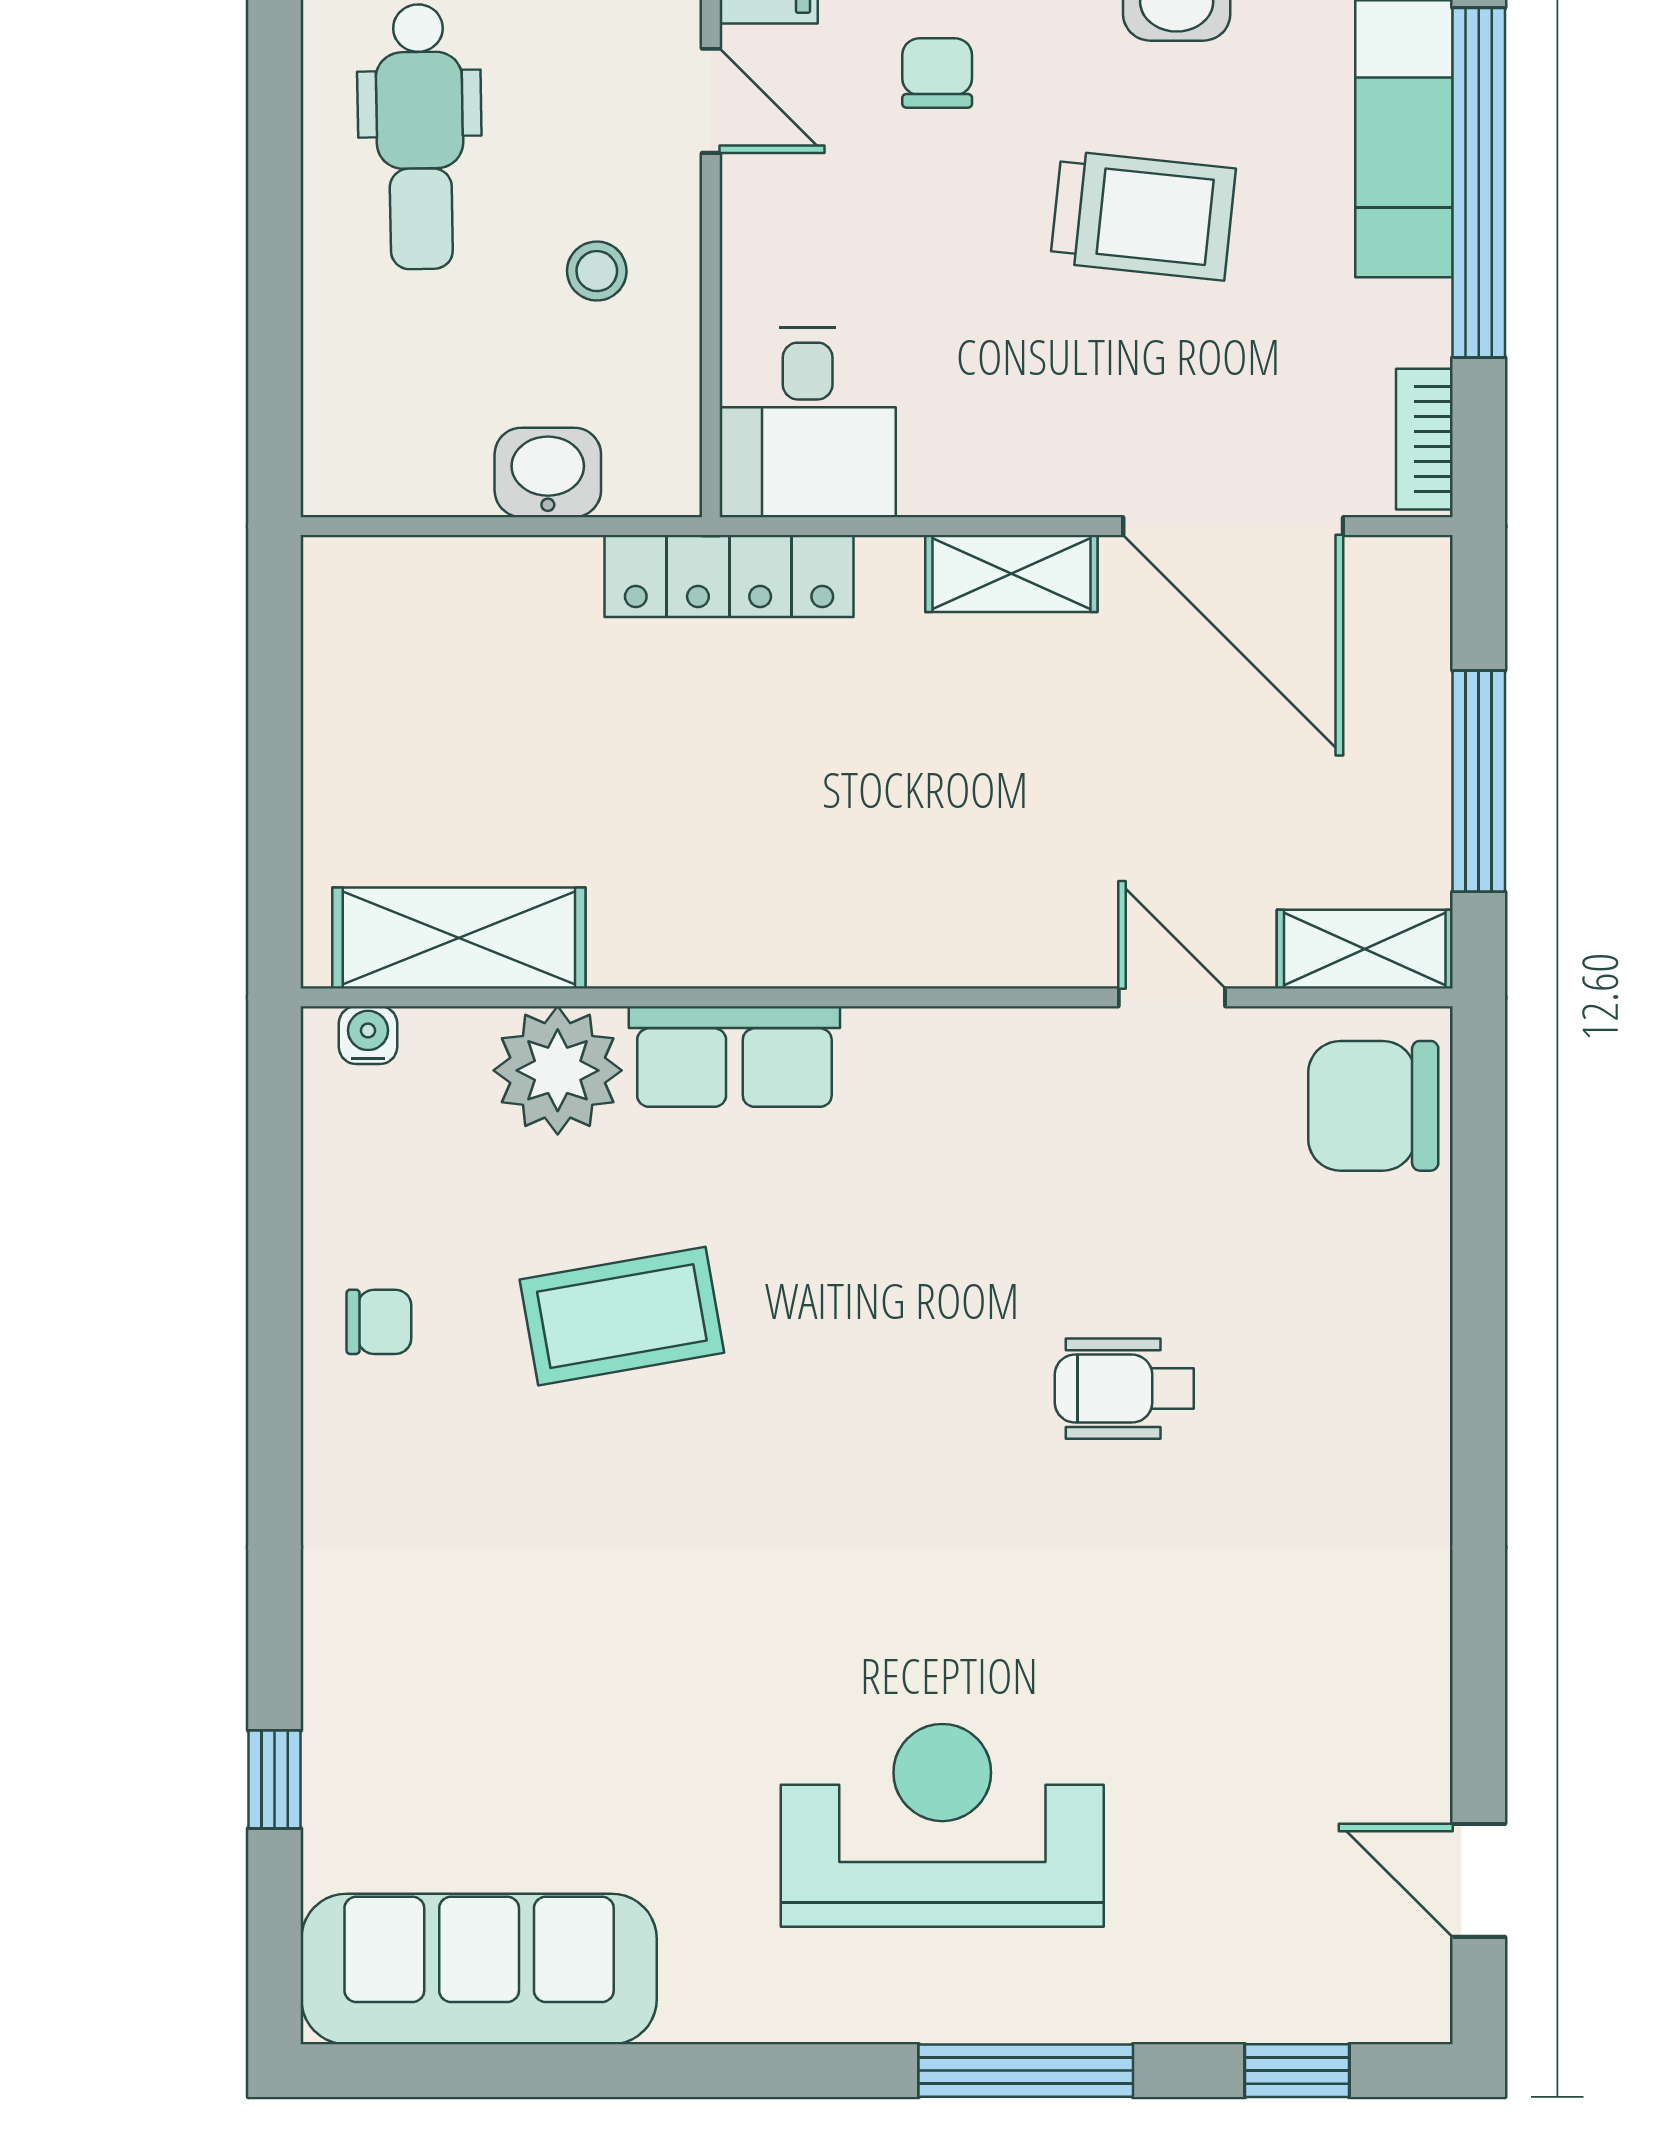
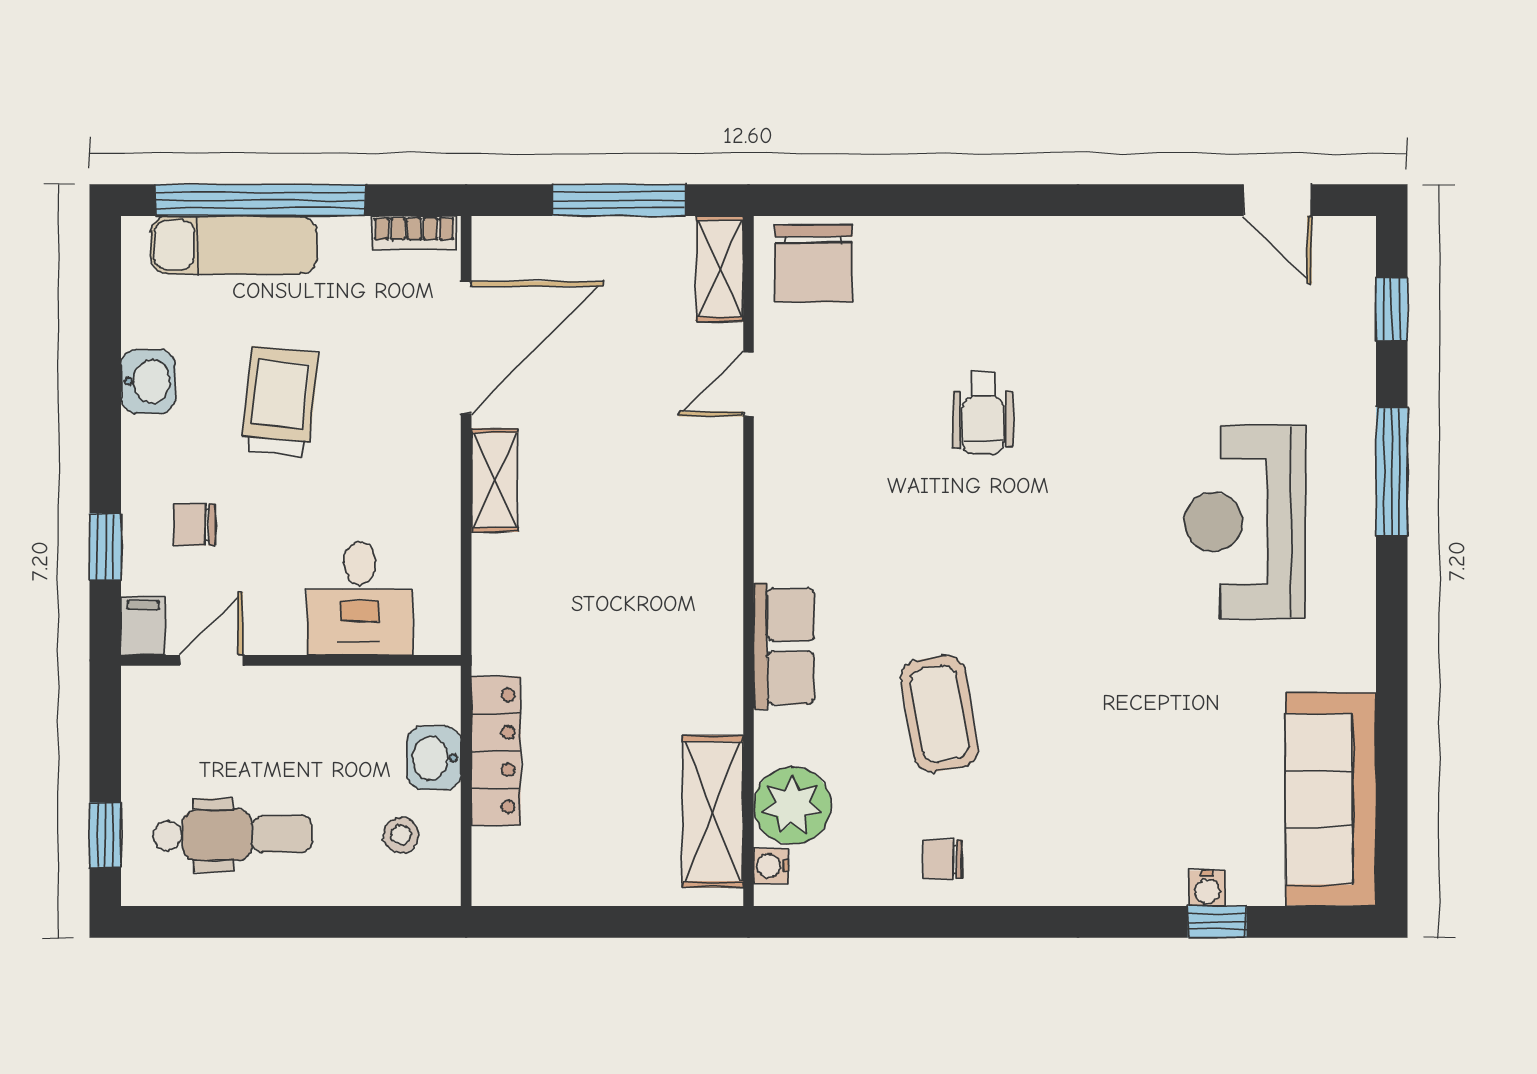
stool: (597, 271) -> (401, 835), moved
desk: (808, 422) -> (360, 598), moved, turned 90
locker: (729, 576) -> (496, 751), moved
plant: (558, 1070) -> (792, 806), moved
chair: (379, 1322) -> (943, 859), turned -90
water cooler: (330, 1762) -> (1207, 888), added
door: (1479, 1880) -> (1278, 200), hinge flipped

